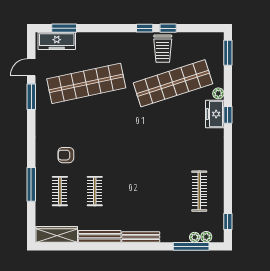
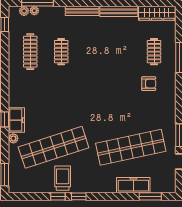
freezer: (57, 41) -> (133, 185), moved
clothes rail: (95, 191) -> (61, 52), moved

